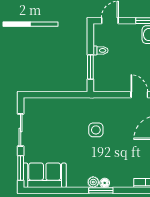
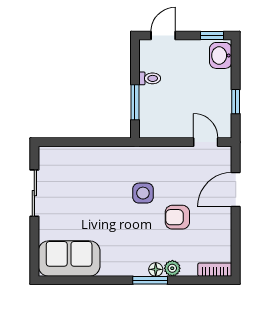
armchair: (120, 147) -> (177, 217), added
window: (21, 168) -> (34, 248), removed
plant: (93, 182) -> (172, 268), moved

